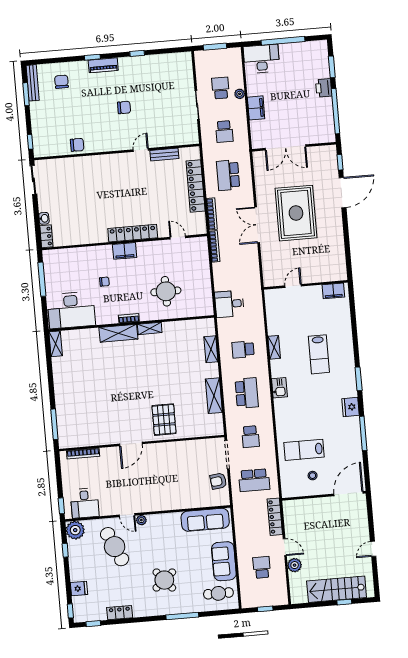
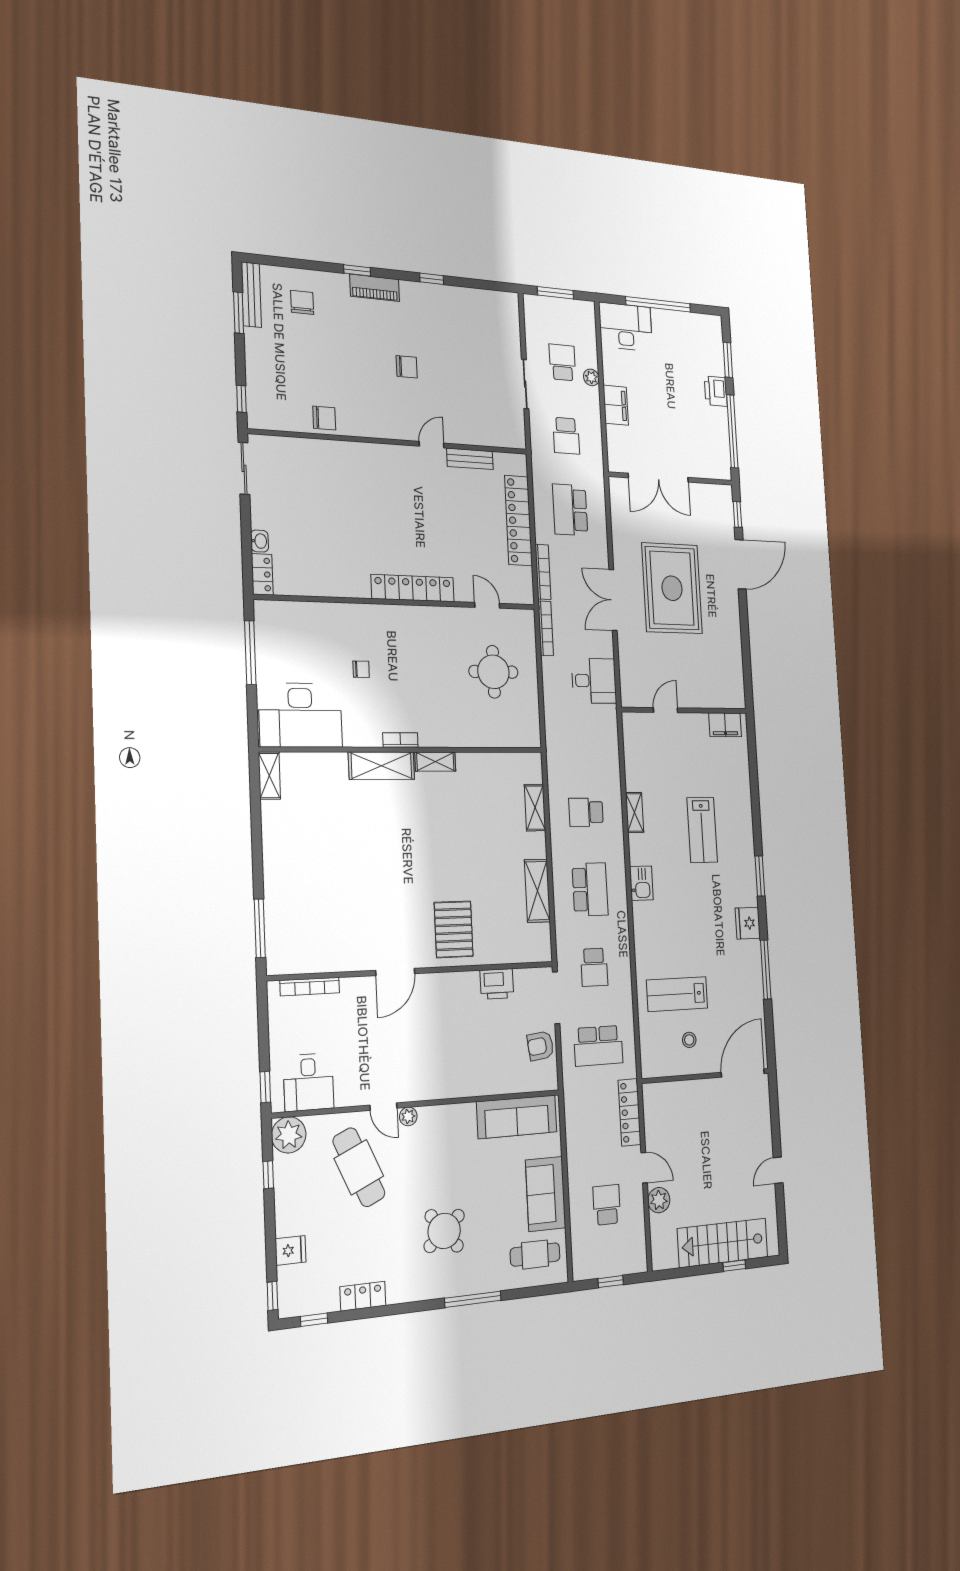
filing cabinet: (125, 251) -> (398, 618), removed
round table: (166, 291) -> (493, 672), moved
desk: (229, 304) -> (594, 681), moved, turned 180
printer: (191, 448) -> (497, 984), added

